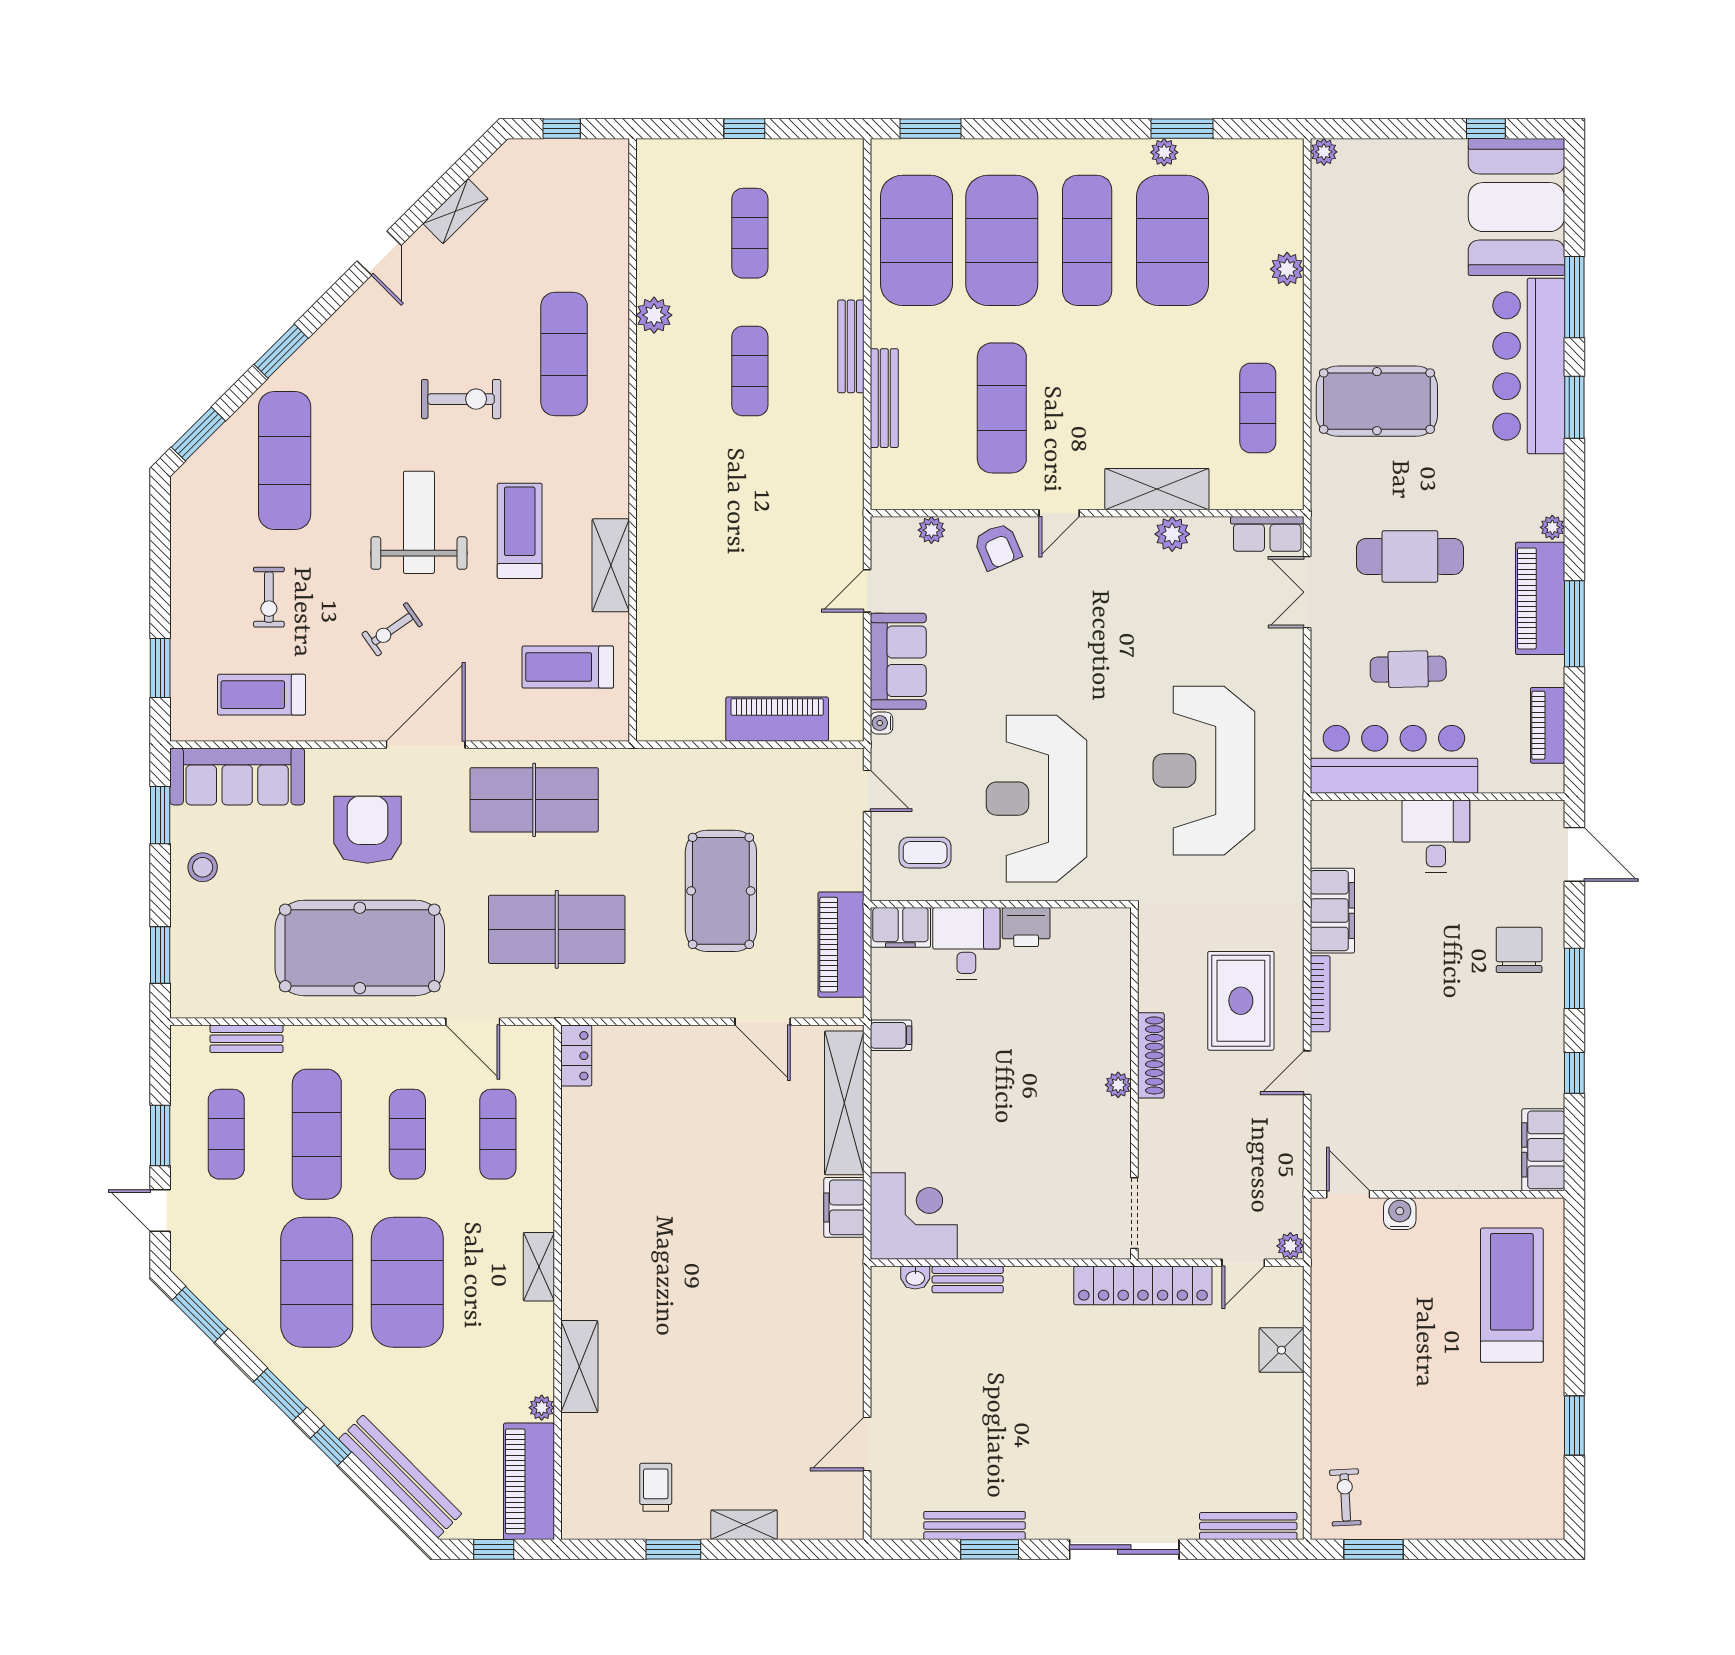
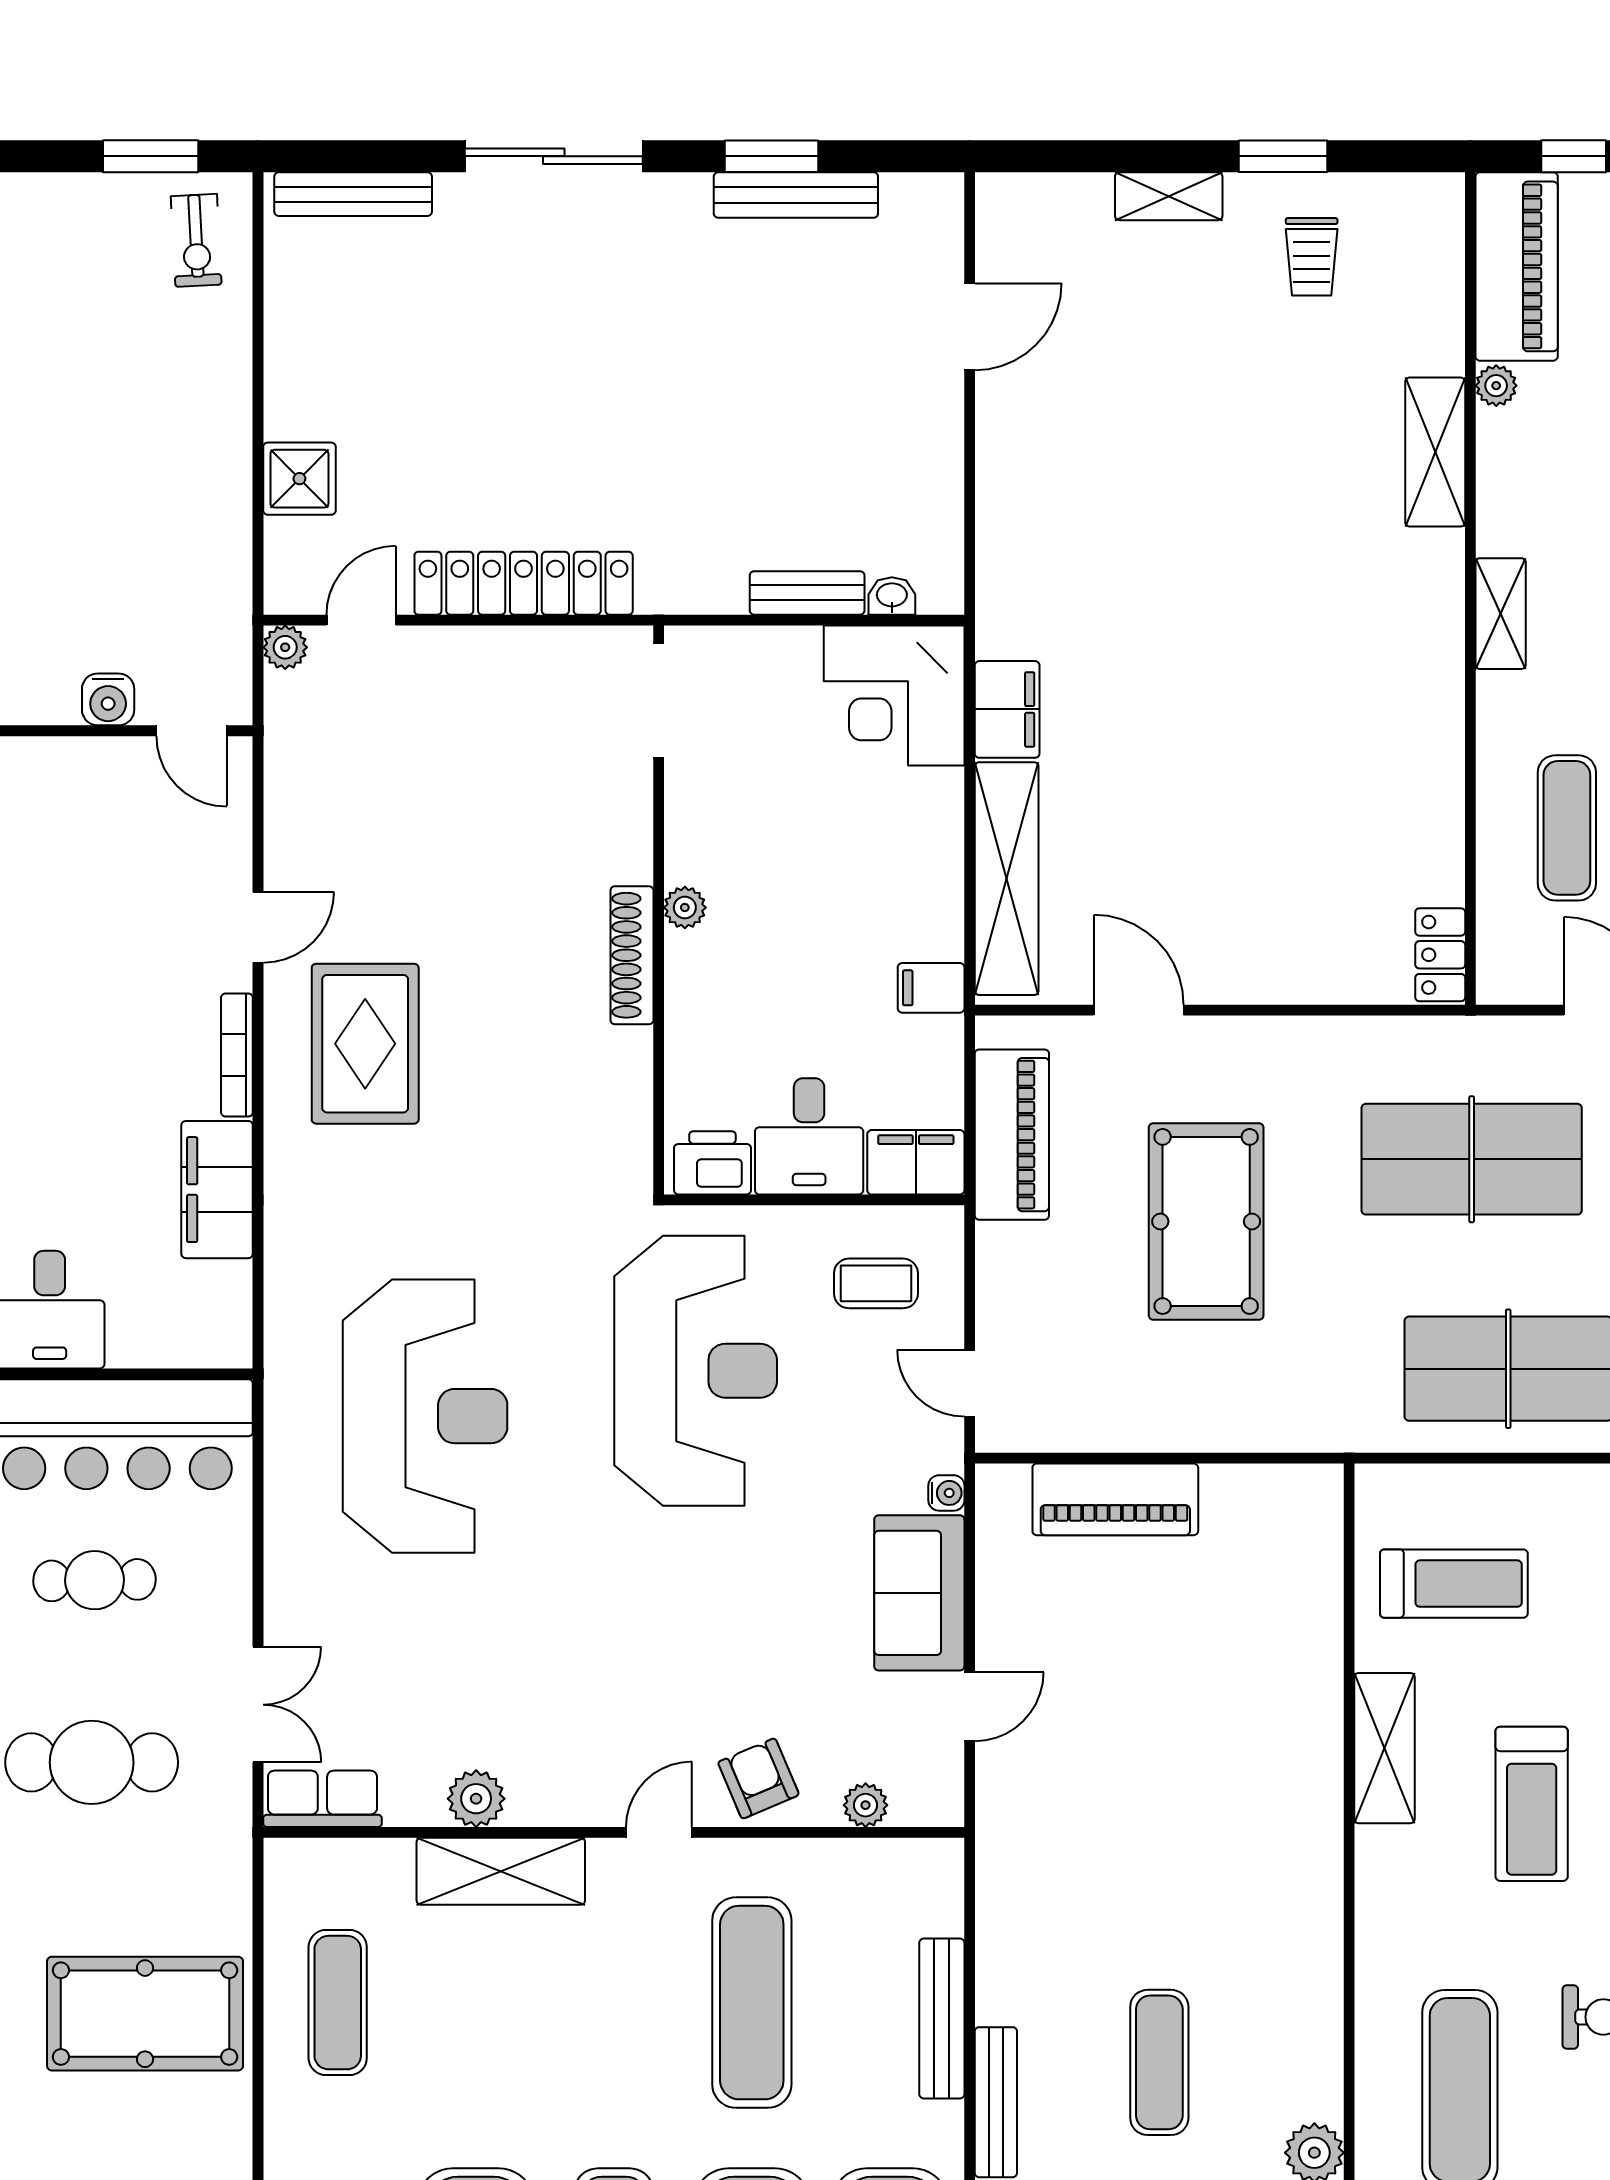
shoe rack: (1151, 1055) -> (632, 955), moved
wall: (1134, 1083) -> (659, 910), moved
plant: (1118, 1085) -> (685, 908), moved
doorway: (1134, 1213) -> (659, 700), moved

